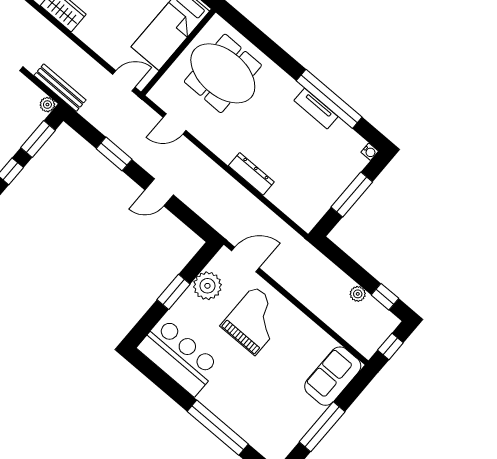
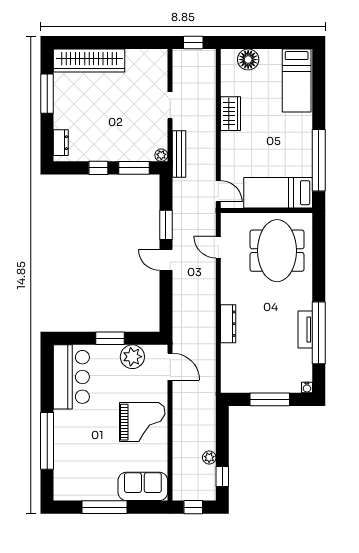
door: (159, 192) -> (166, 260), moved
grand piano: (255, 321) -> (142, 422), moved

